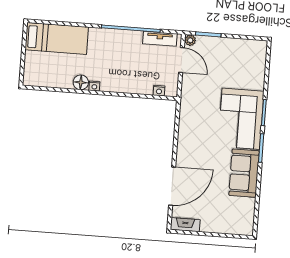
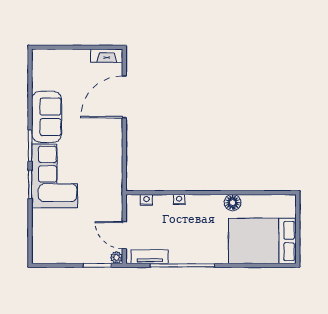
bed: (57, 38) -> (262, 241), width x1.50
nightstand: (94, 86) -> (179, 200), moved

